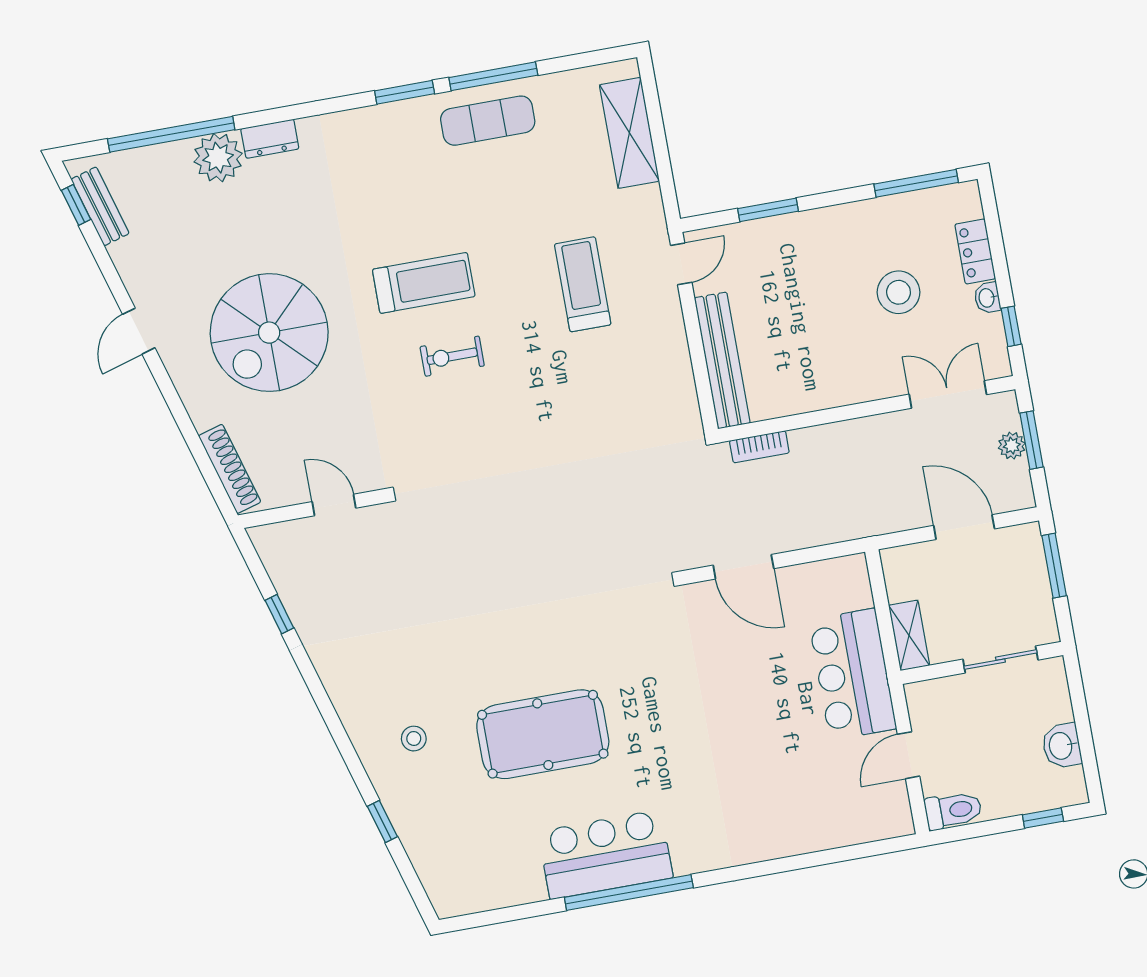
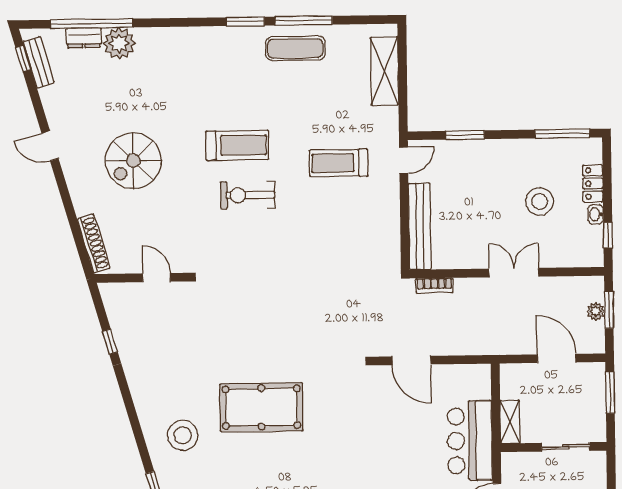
dresser: (270, 139) -> (84, 38), moved
treadmill: (583, 284) -> (339, 163), turned -90
door: (139, 331) -> (50, 146), hinge flipped
spiral stairs: (269, 333) -> (133, 161), width x0.73, depth x0.73
exercise bike: (452, 356) -> (248, 195), width x1.38, depth x1.39
double door: (948, 394) -> (514, 273), moved
pool table: (543, 734) -> (261, 407), moved
stool: (414, 739) -> (183, 435), width x1.89, depth x1.89

